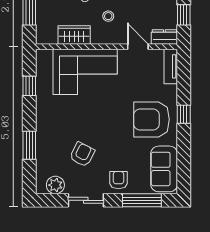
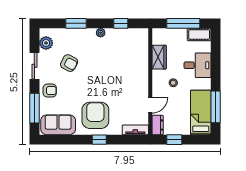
corner sofa: (85, 72) -> (131, 65), removed
plant: (42, 112) -> (101, 33), added

